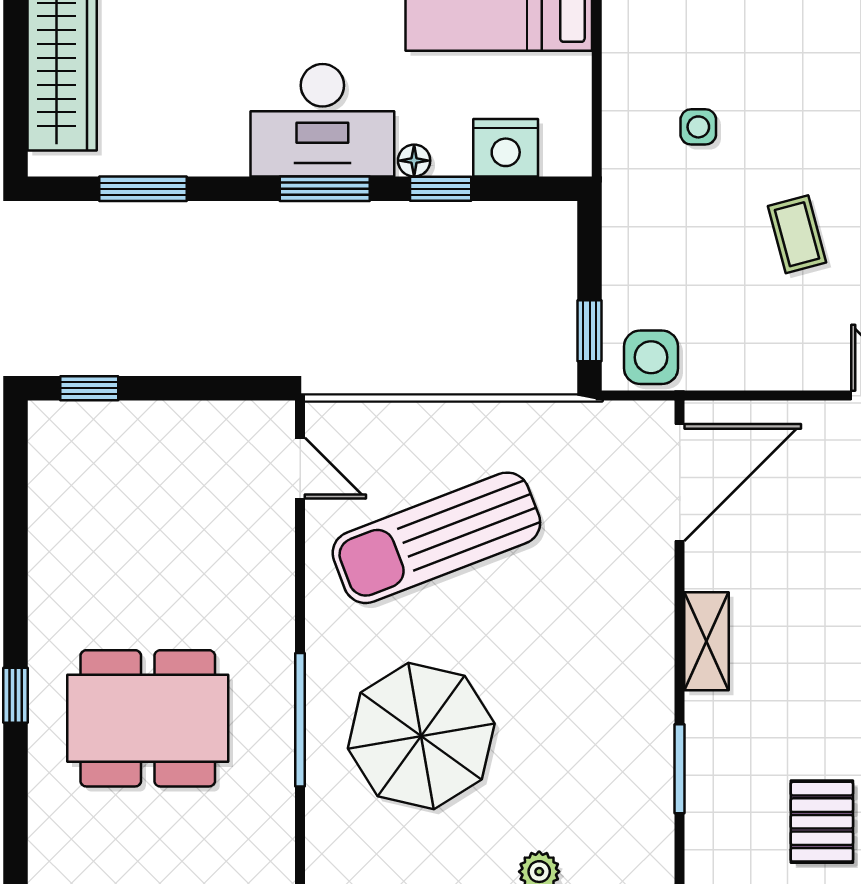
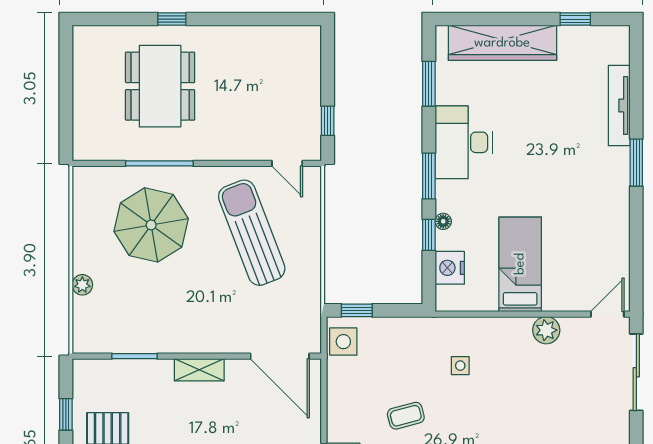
desk: (322, 120) -> (464, 142), moved
window: (89, 388) -> (328, 121), moved
door: (300, 468) -> (287, 163), hinge flipped

